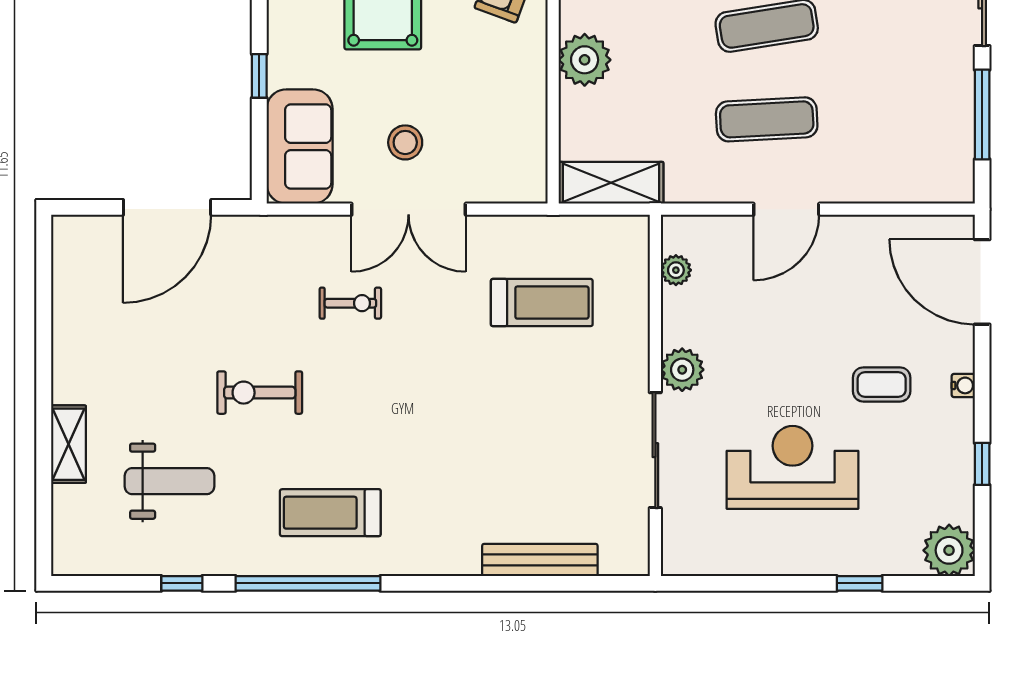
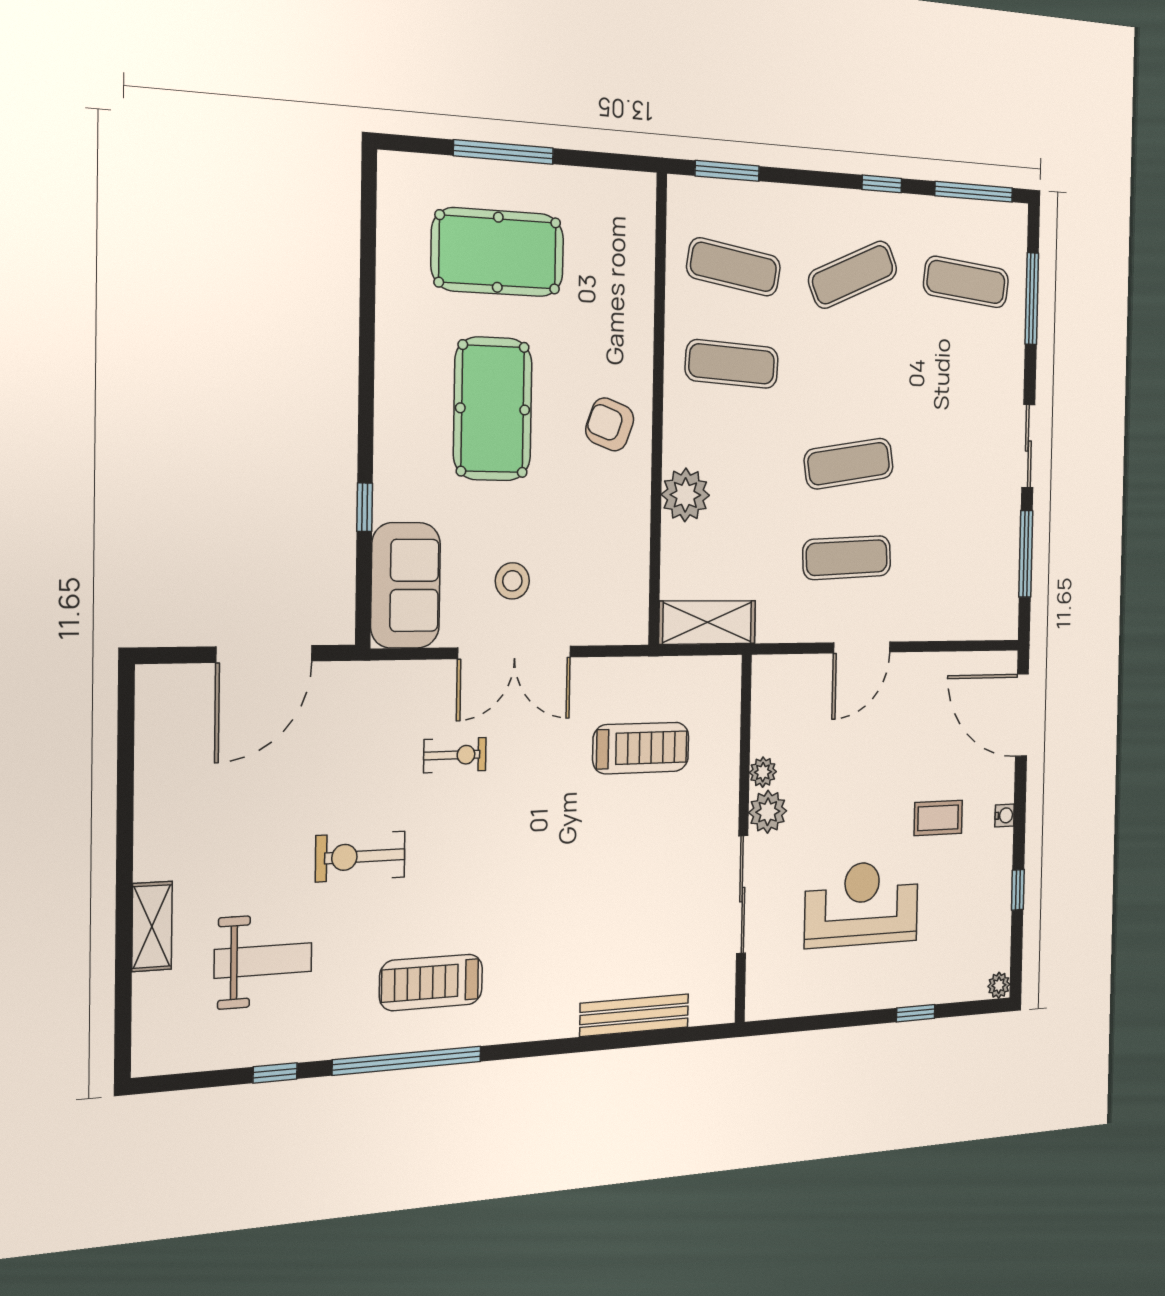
plant: (676, 270) -> (763, 772), moved
plant: (949, 550) -> (999, 985), width x0.53, depth x0.53

